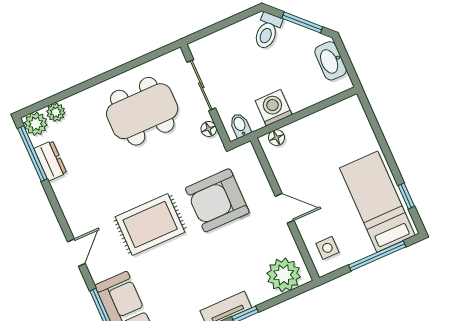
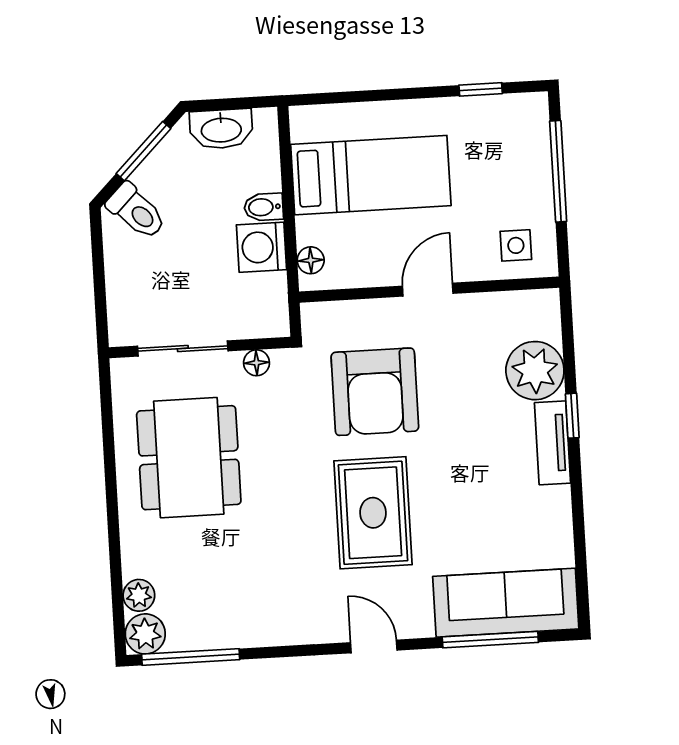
bidet: (240, 125) -> (264, 207), moved
dresser: (50, 161) -> (213, 633), removed
bed: (377, 202) -> (371, 175), moved, turned 180
plant: (284, 275) -> (535, 371), moved

